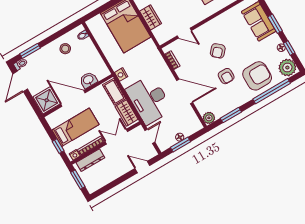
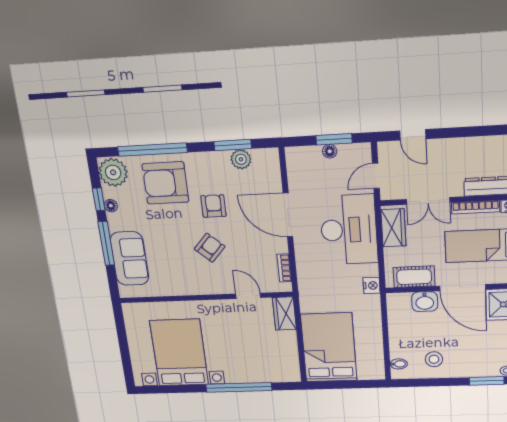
wardrobe: (151, 17) -> (284, 313), moved
window: (275, 24) -> (106, 243), width x1.44
cot: (114, 92) -> (414, 277), moved, turned 90
plant: (209, 118) -> (241, 159), moved

